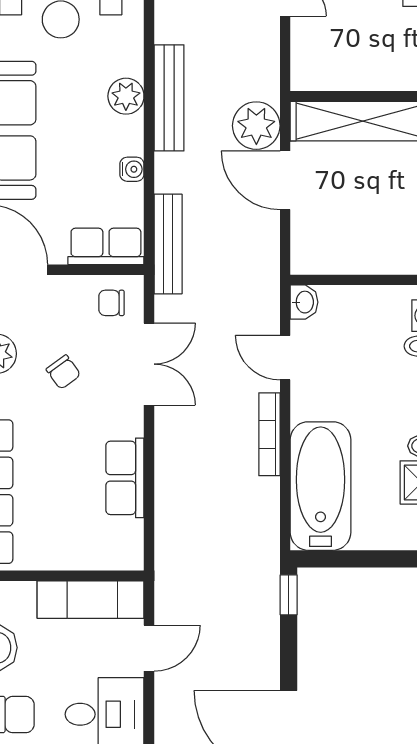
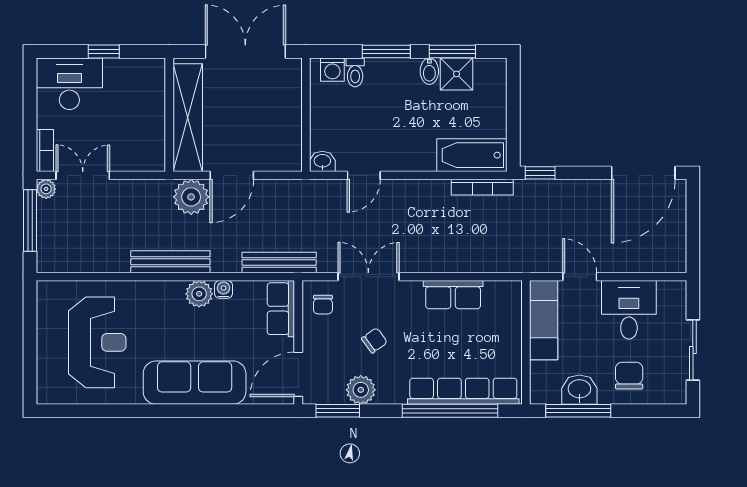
plant: (126, 96) -> (199, 294), moved
bookcase: (269, 434) -> (482, 187), moved
bathtub: (321, 486) -> (472, 155), width x0.73, depth x0.73

